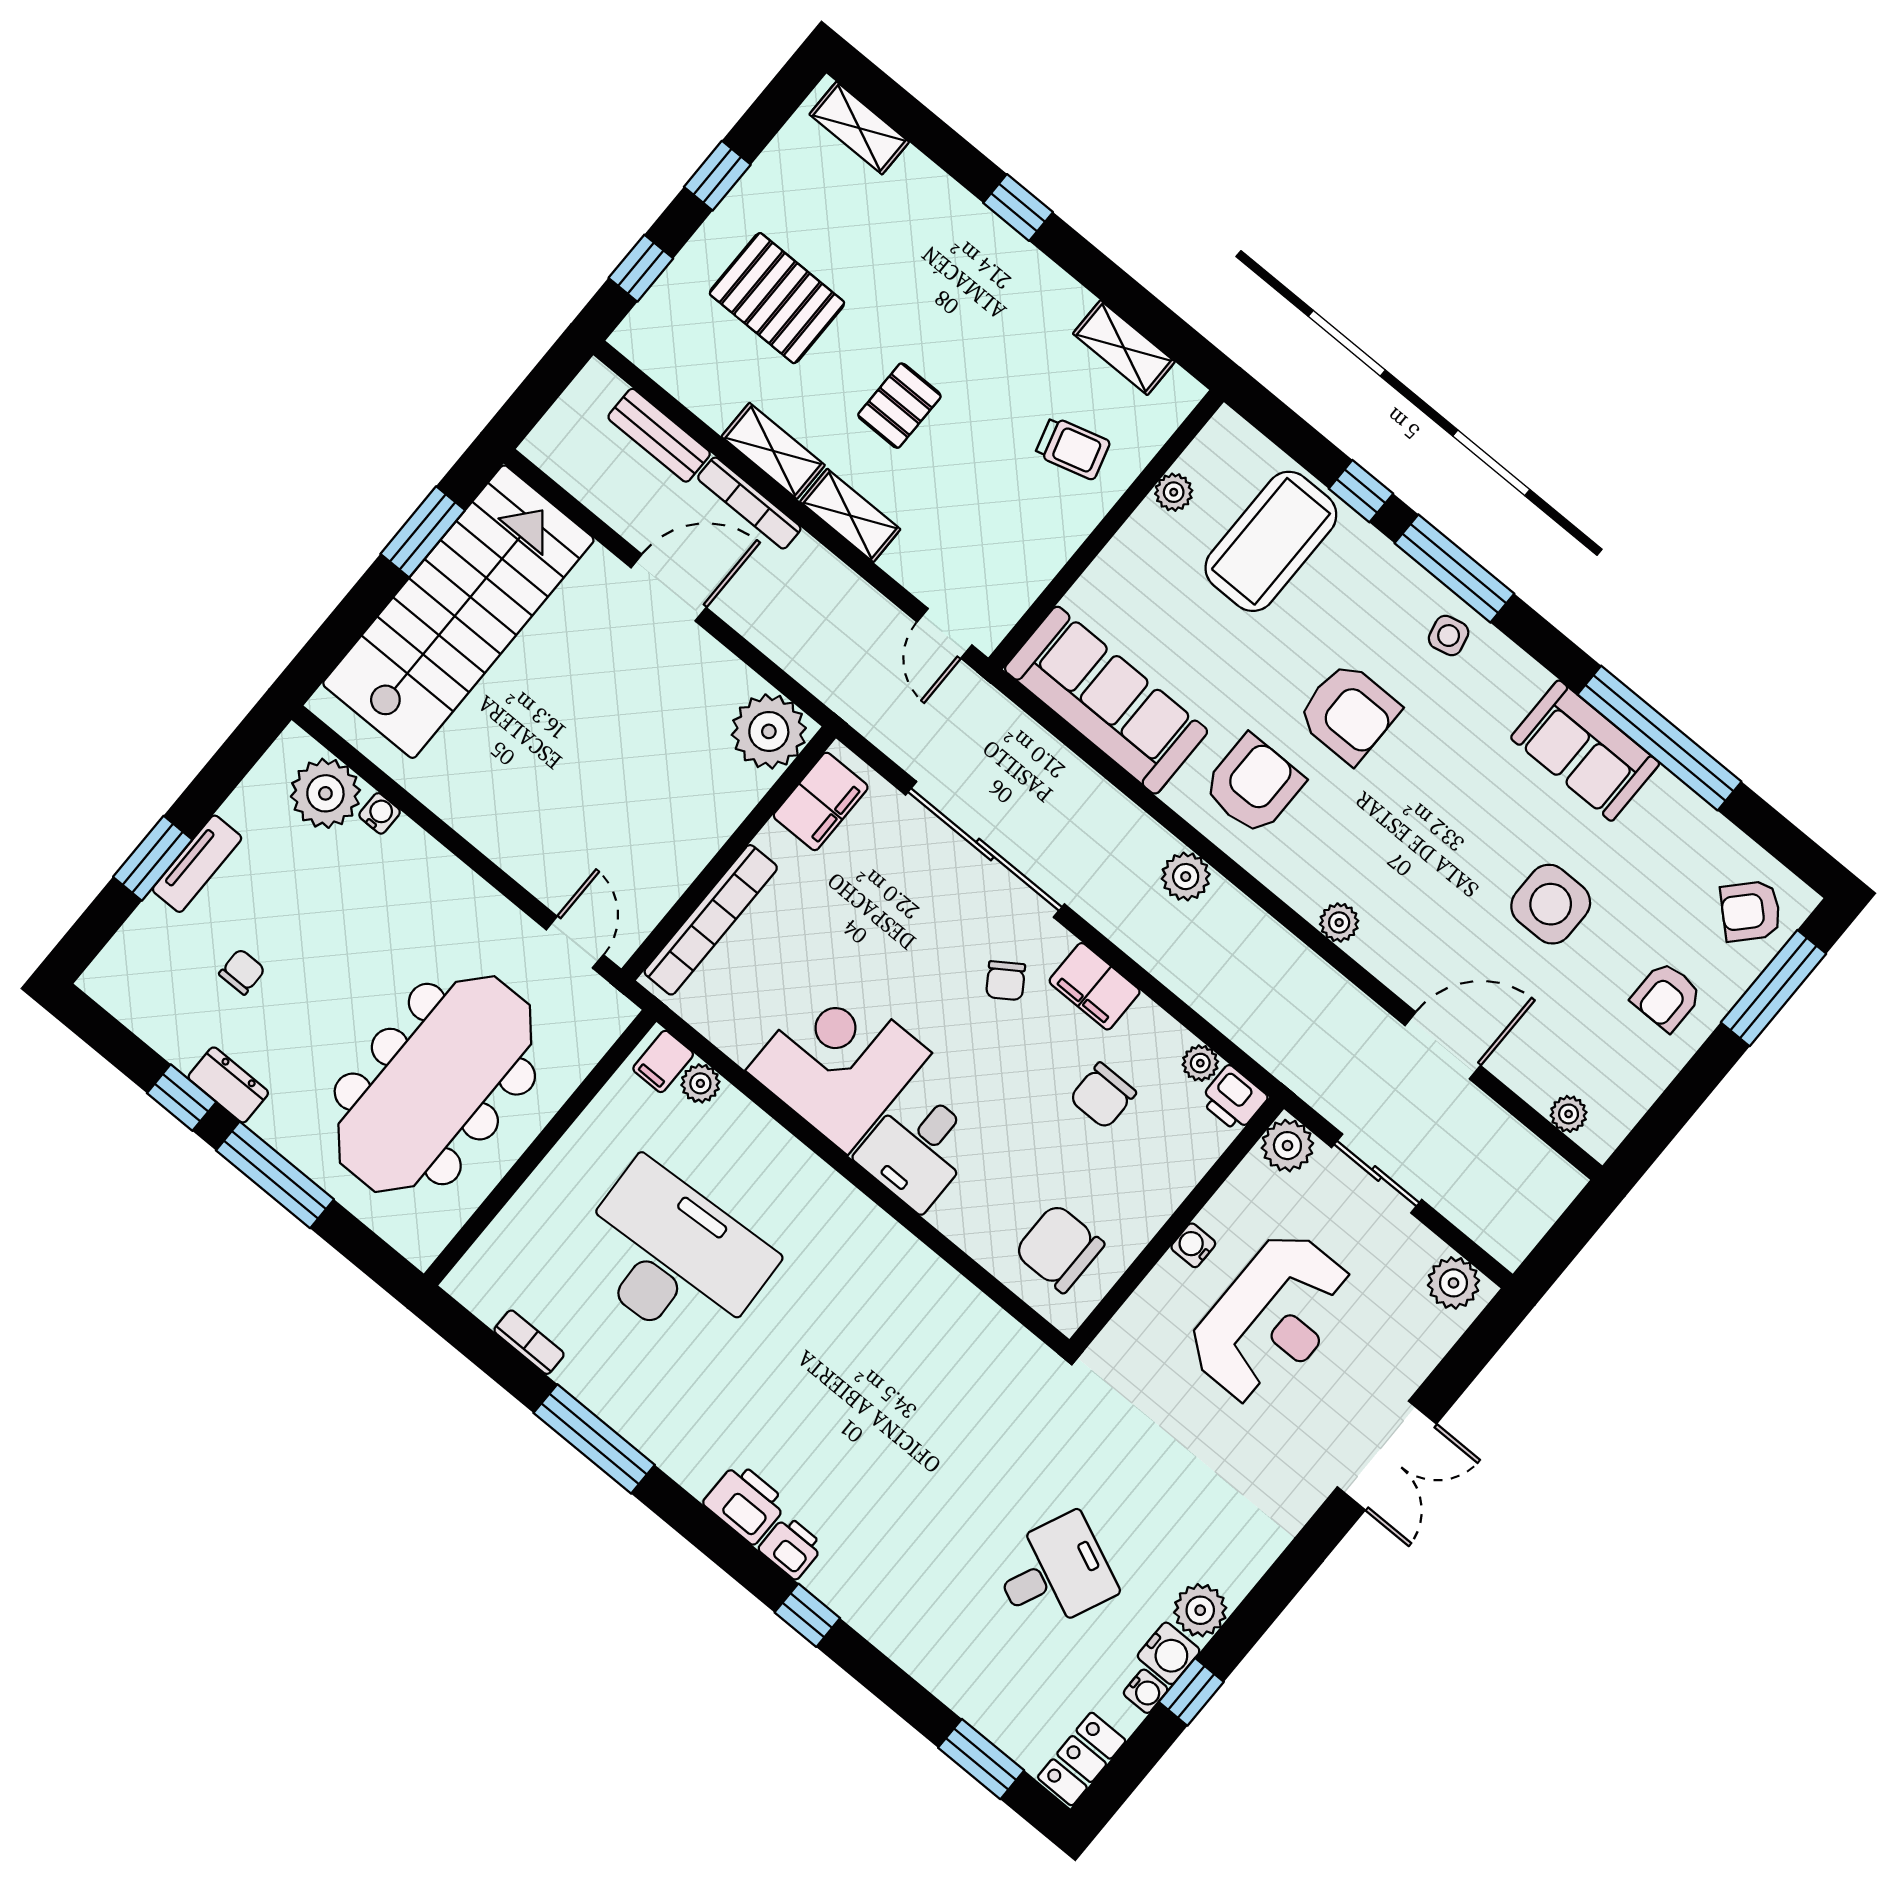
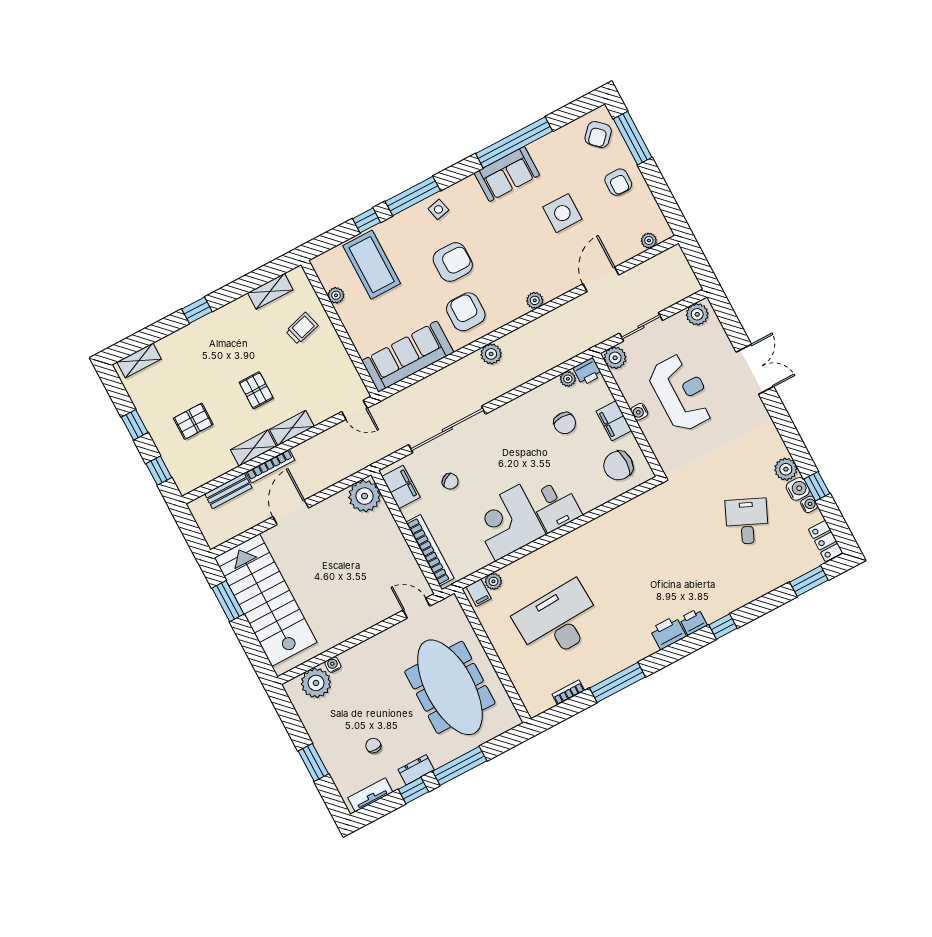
pallet: (777, 298) -> (193, 421), width x0.67, depth x0.71
tv unit: (197, 864) -> (370, 795), moved, turned -90
chair: (1006, 981) -> (450, 481), moved
filing cabinet: (1095, 986) -> (614, 421), moved, turned 90

